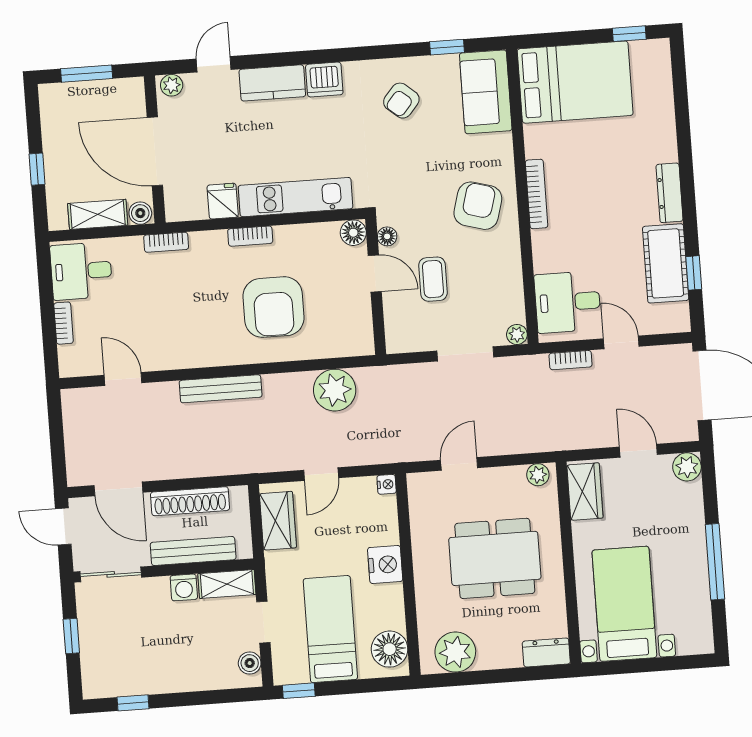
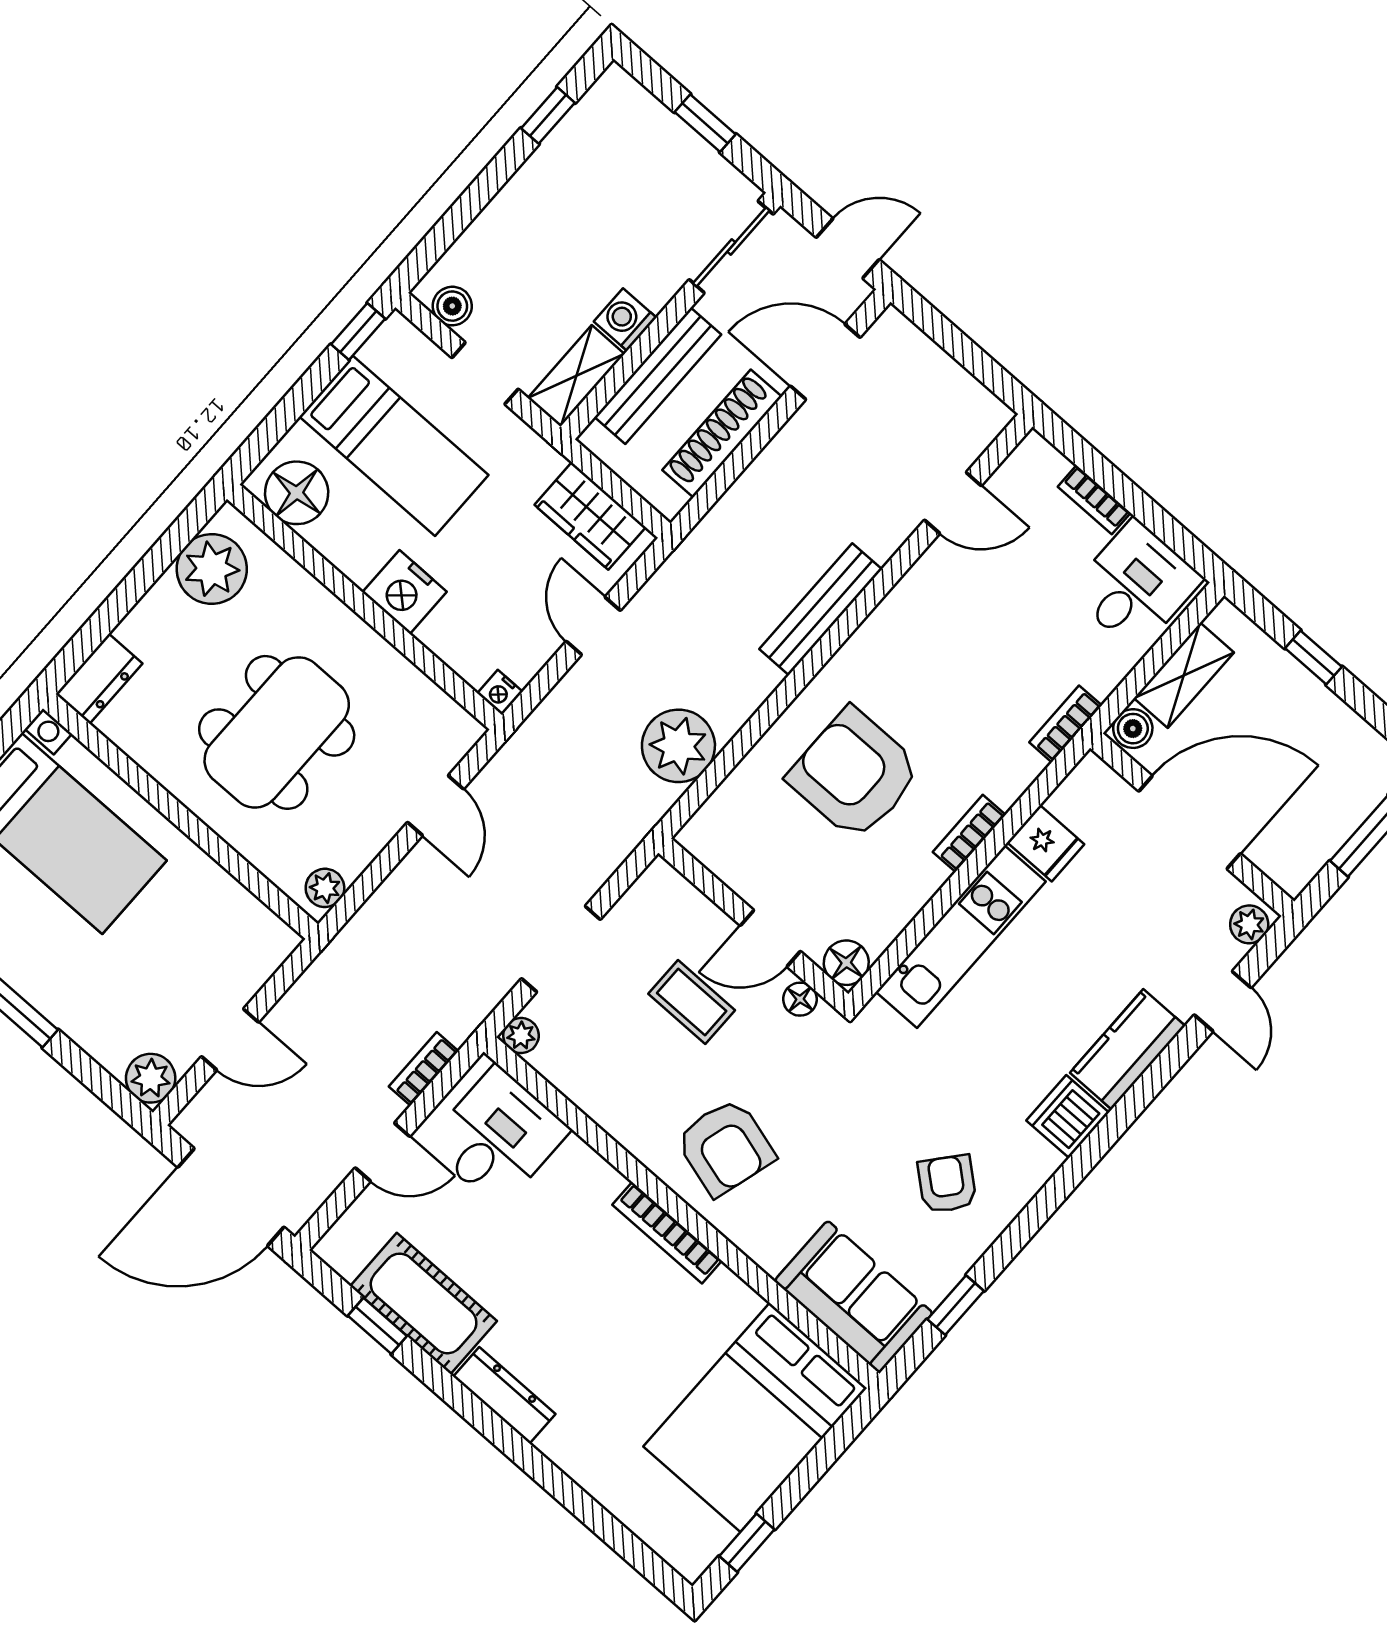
wardrobe: (585, 492) -> (247, 924), removed

